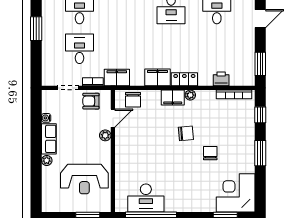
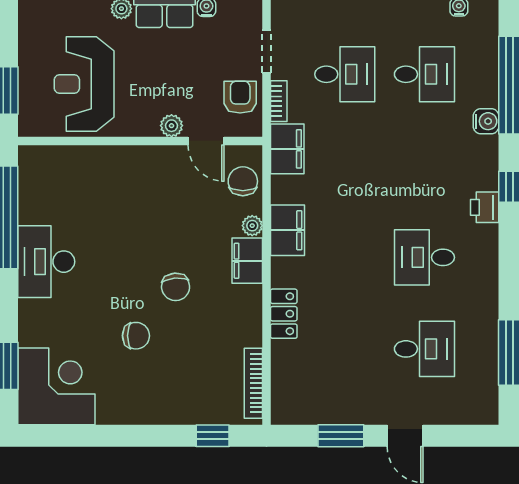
window: (260, 64) -> (341, 436), moved
locker: (184, 79) -> (284, 314), moved
printer: (221, 79) -> (285, 358), removed
plant: (190, 95) -> (252, 226), moved
chair: (133, 100) -> (243, 181), turned 90
window: (260, 153) -> (136, 436), removed
desk: (146, 198) -> (46, 262), moved

